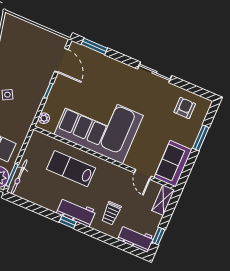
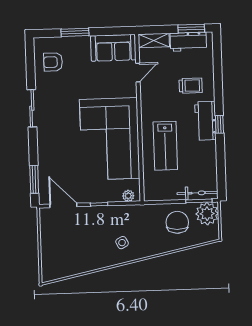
door: (61, 60) -> (63, 205), hinge flipped
window: (158, 236) -> (191, 29), width x1.50
workbench: (136, 238) -> (188, 42), moved, turned -90

